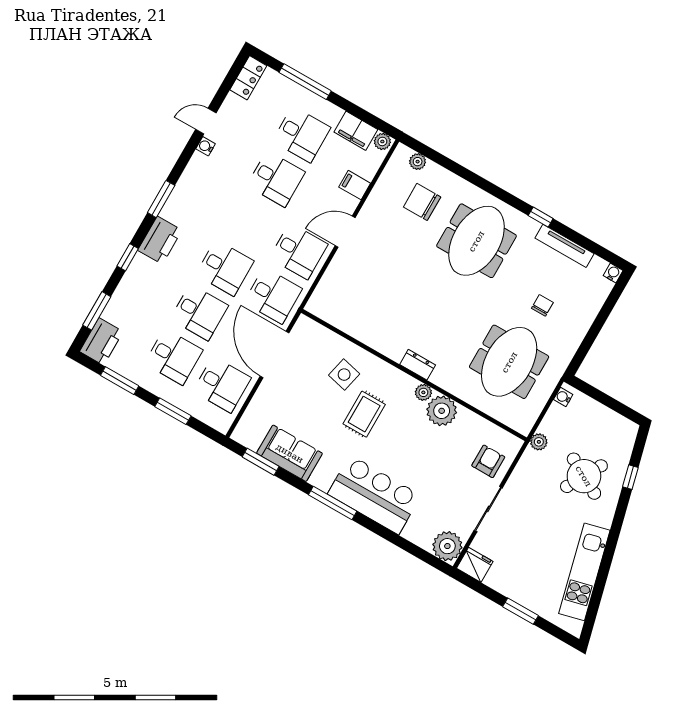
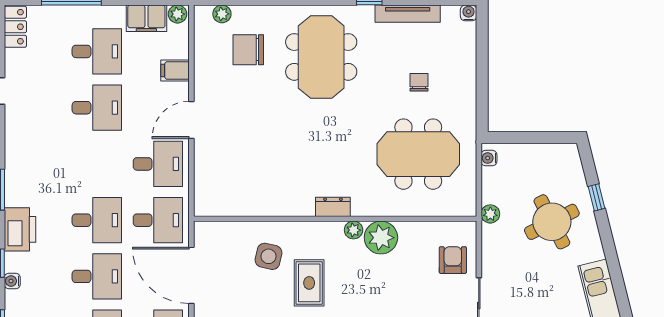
water cooler: (206, 146) -> (12, 281), moved
meeting table: (509, 362) -> (418, 154), turned 90
round table: (584, 476) -> (552, 222), turned 34

